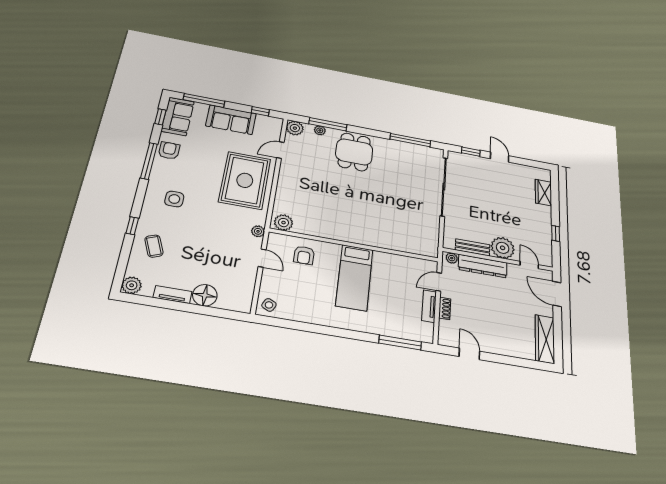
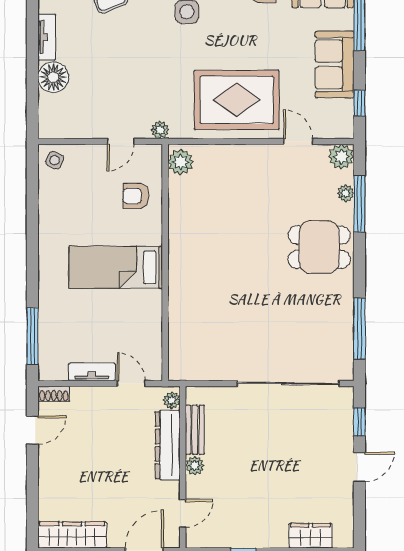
plant: (503, 248) -> (195, 466), width x0.53, depth x0.53
shoe rack: (445, 308) -> (54, 394), moved

